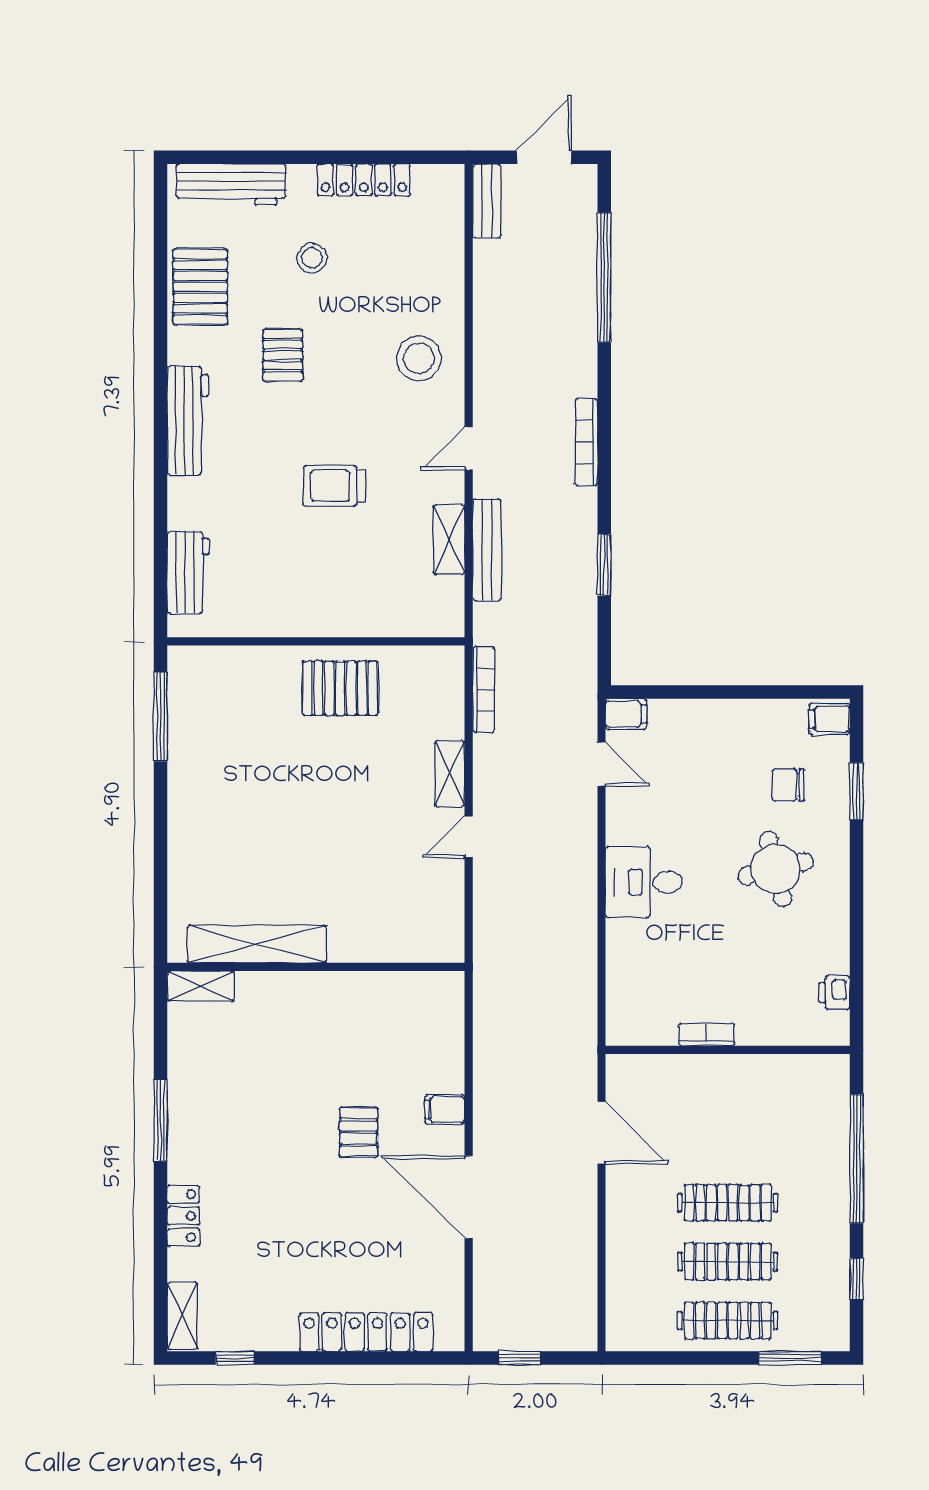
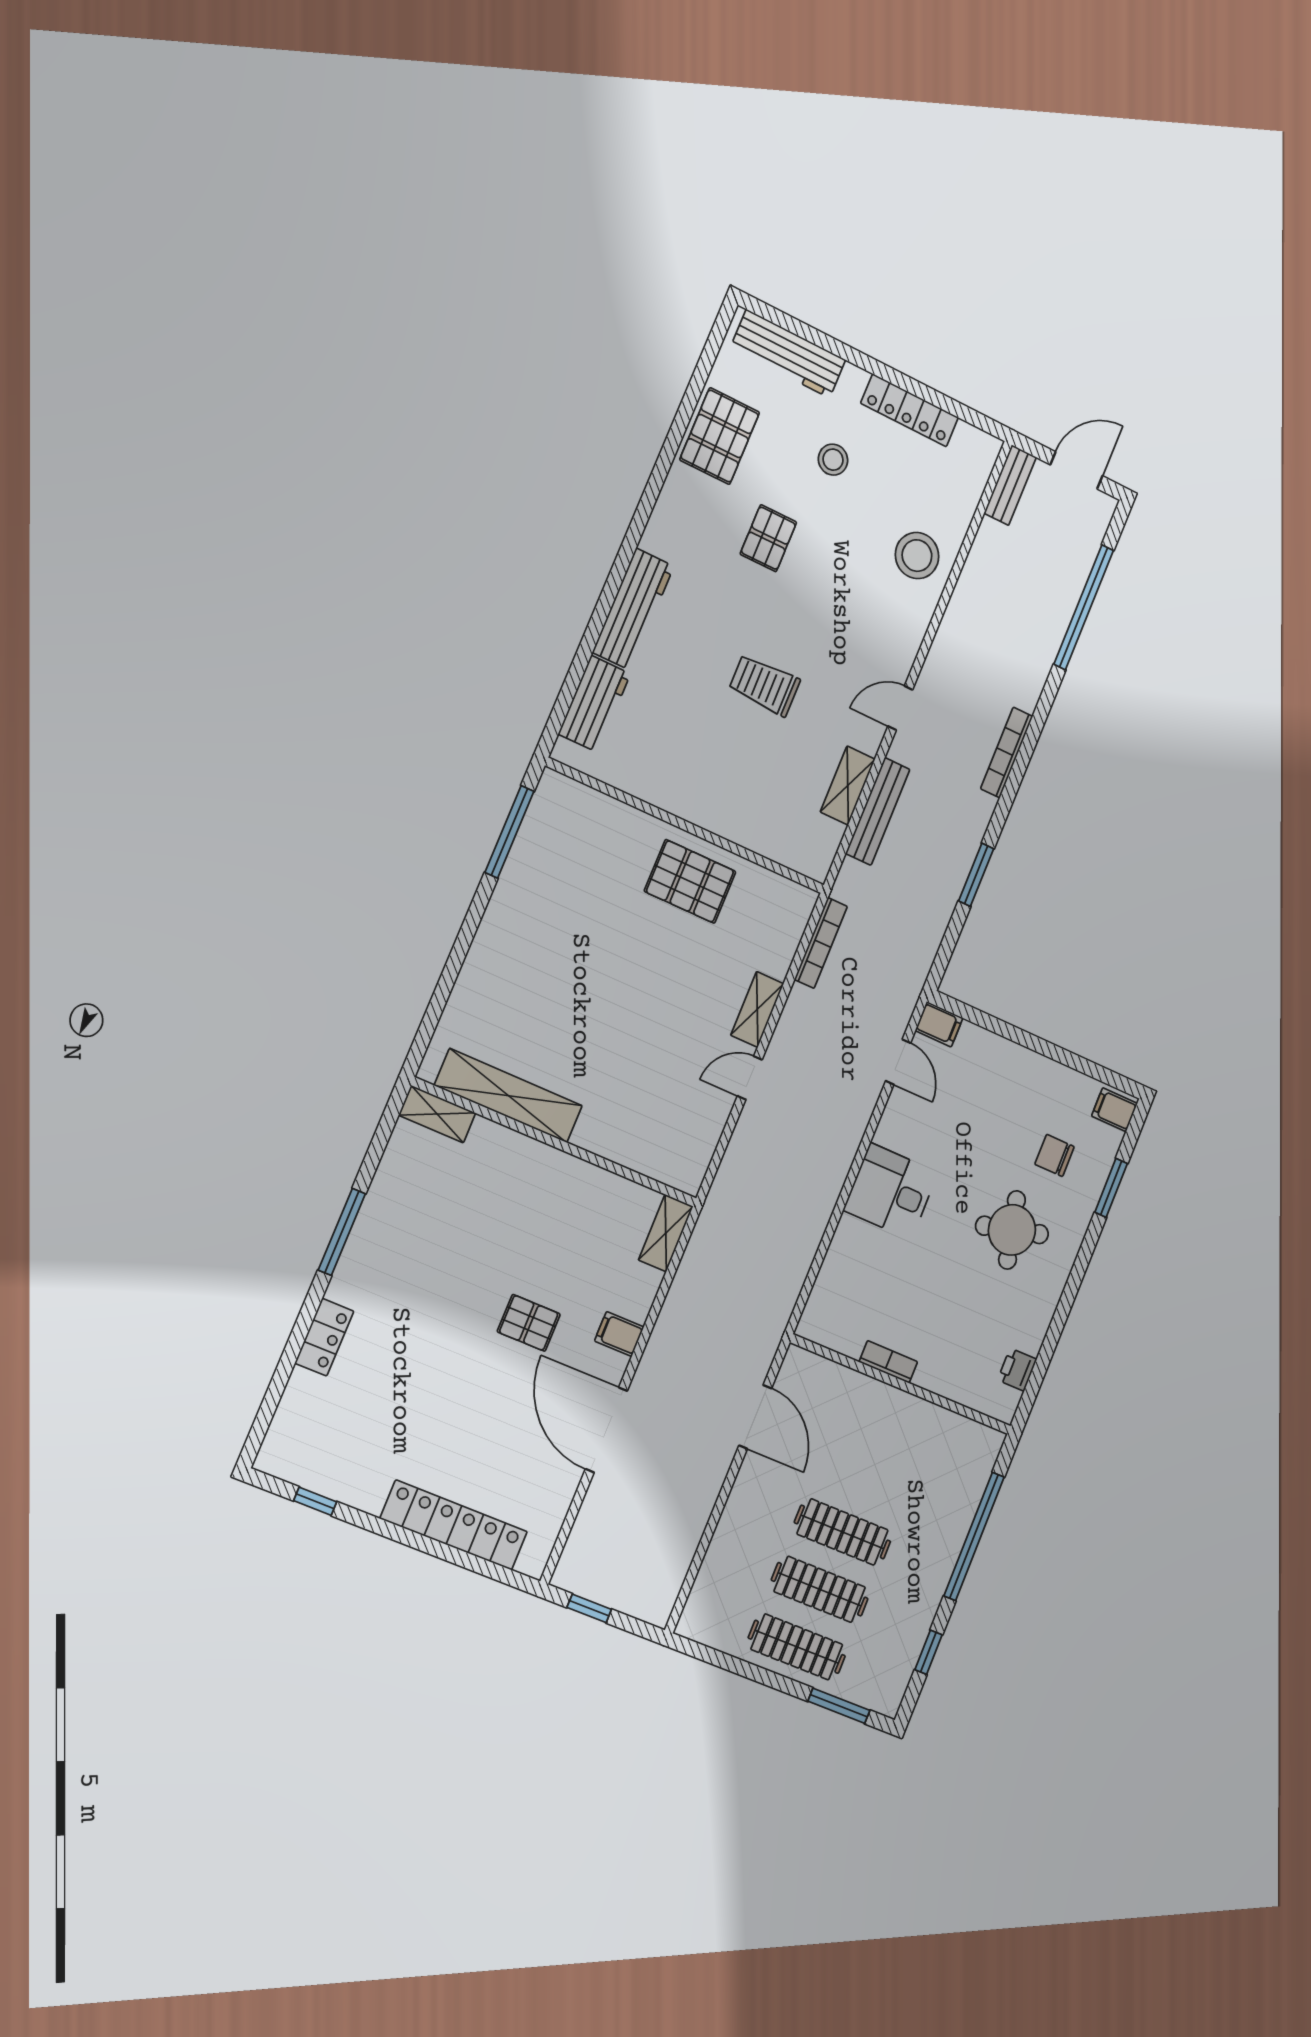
stool: (419, 358) -> (917, 556), moved
workbench: (188, 421) -> (633, 609), moved
pallet: (359, 1132) -> (529, 1323), turned 90
shelving: (182, 1316) -> (666, 1233), moved

